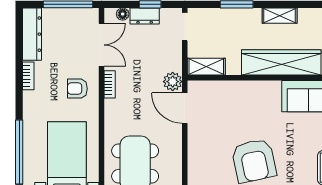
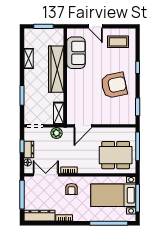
shelving: (280, 16) -> (29, 58), moved
plant: (173, 82) -> (57, 133), moved

